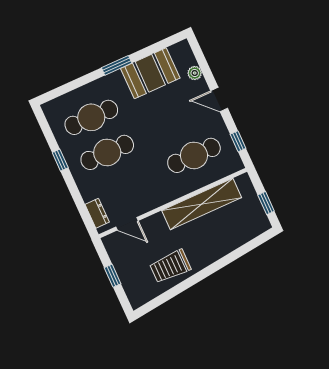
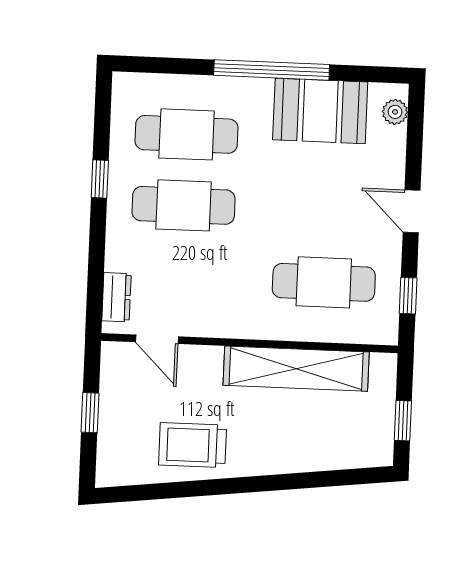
window: (117, 65) -> (272, 70), width x2.11
plant: (195, 73) -> (395, 112), moved

